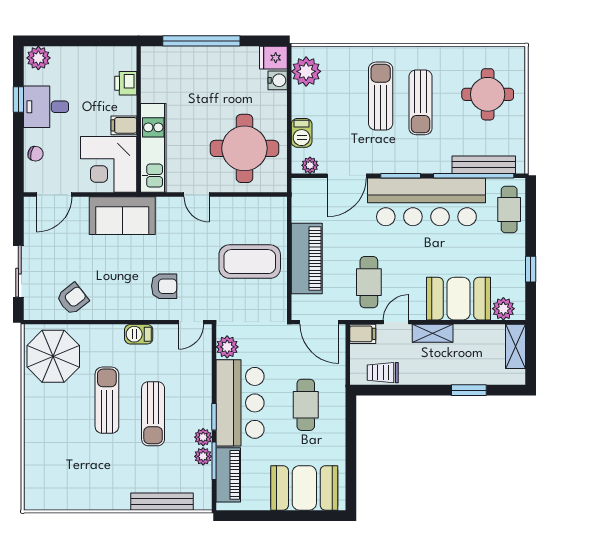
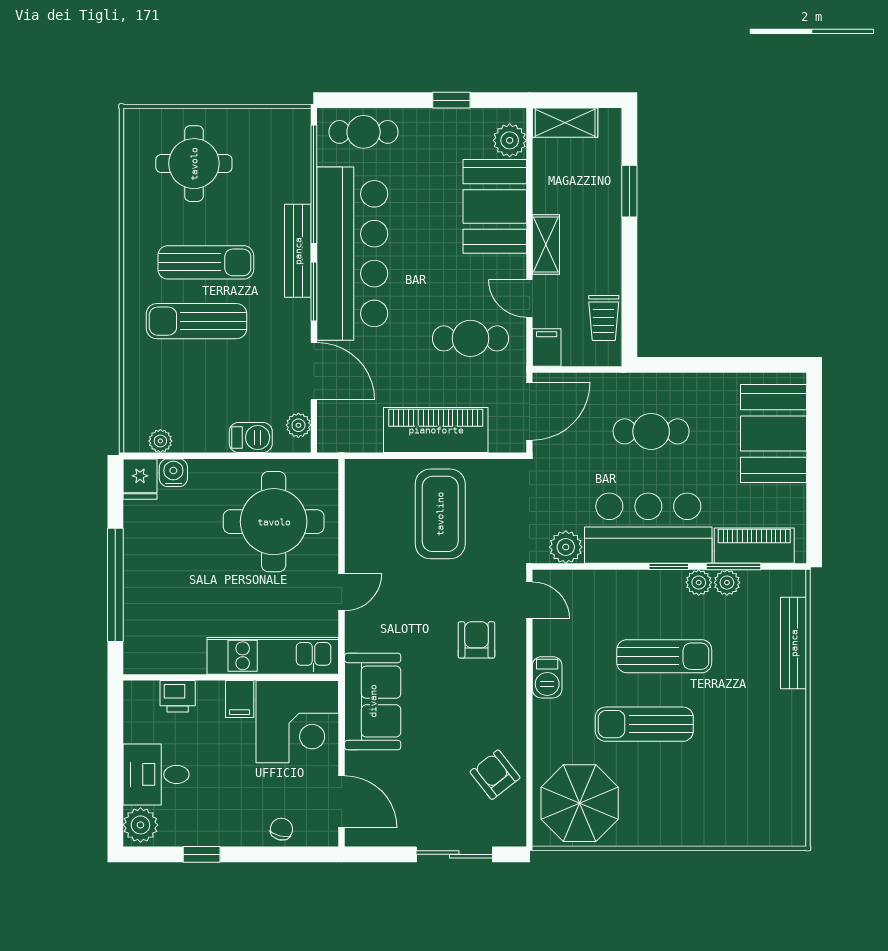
plant: (306, 71) -> (160, 441), width x0.53, depth x0.53
desk: (46, 107) -> (156, 774), moved, turned 90
bench: (484, 165) -> (298, 251), moved

